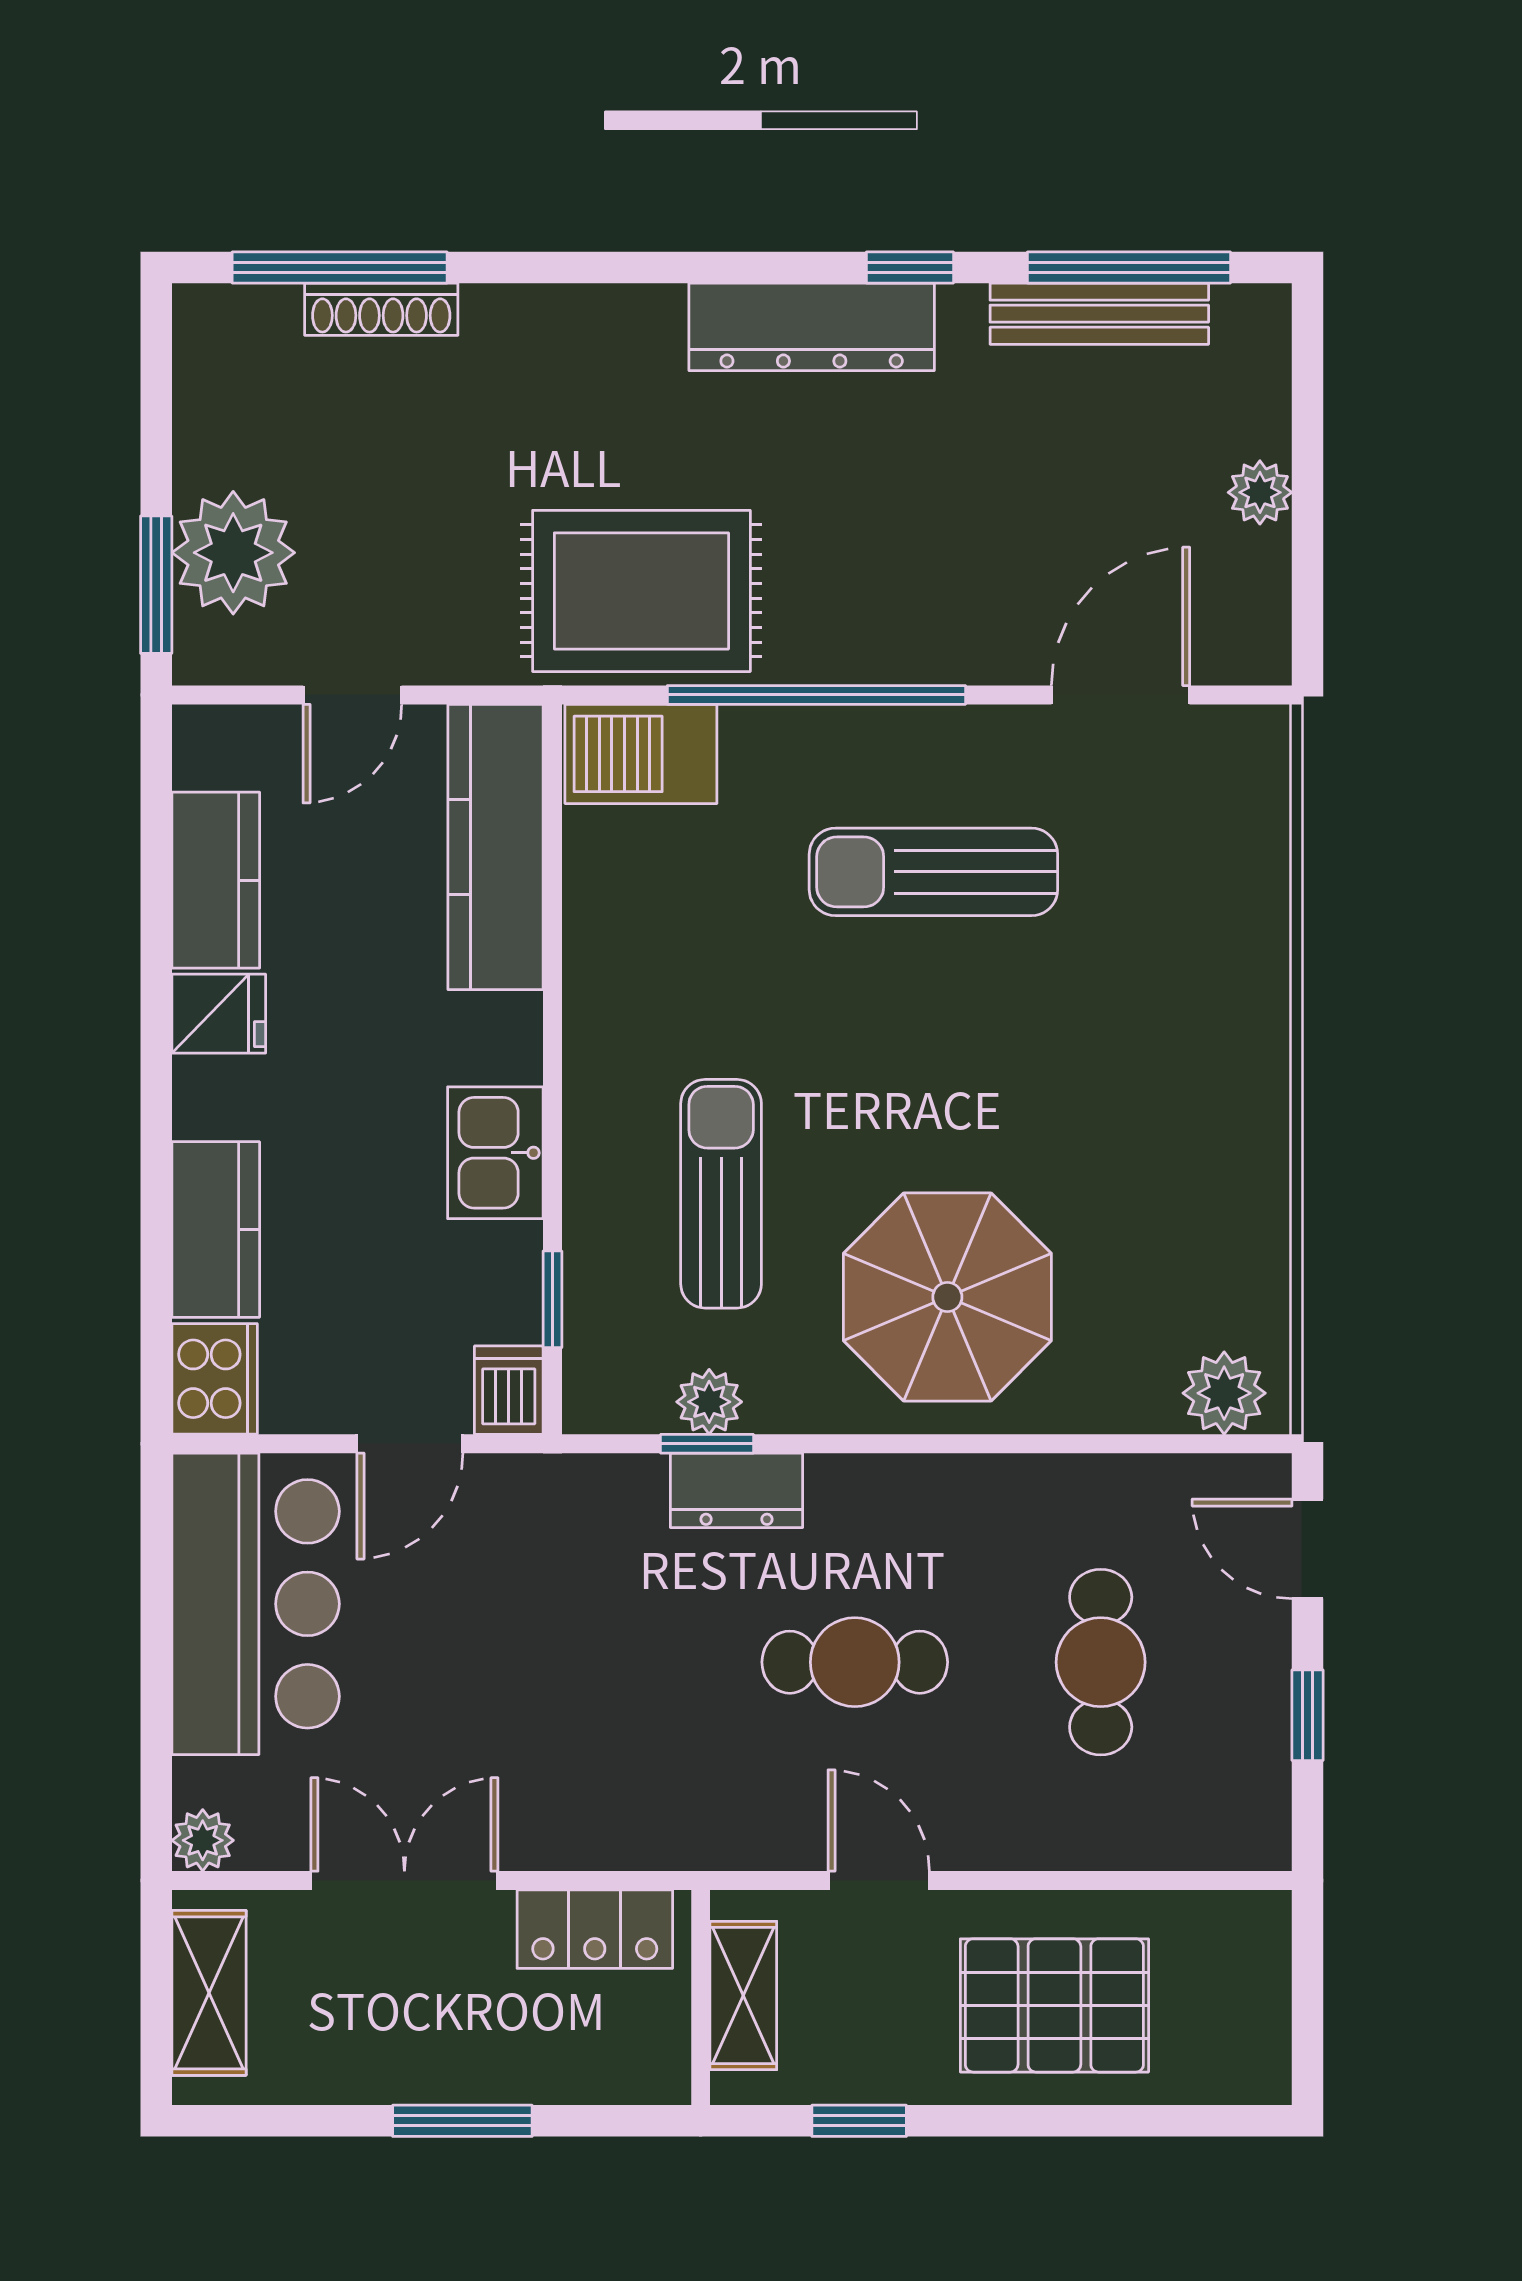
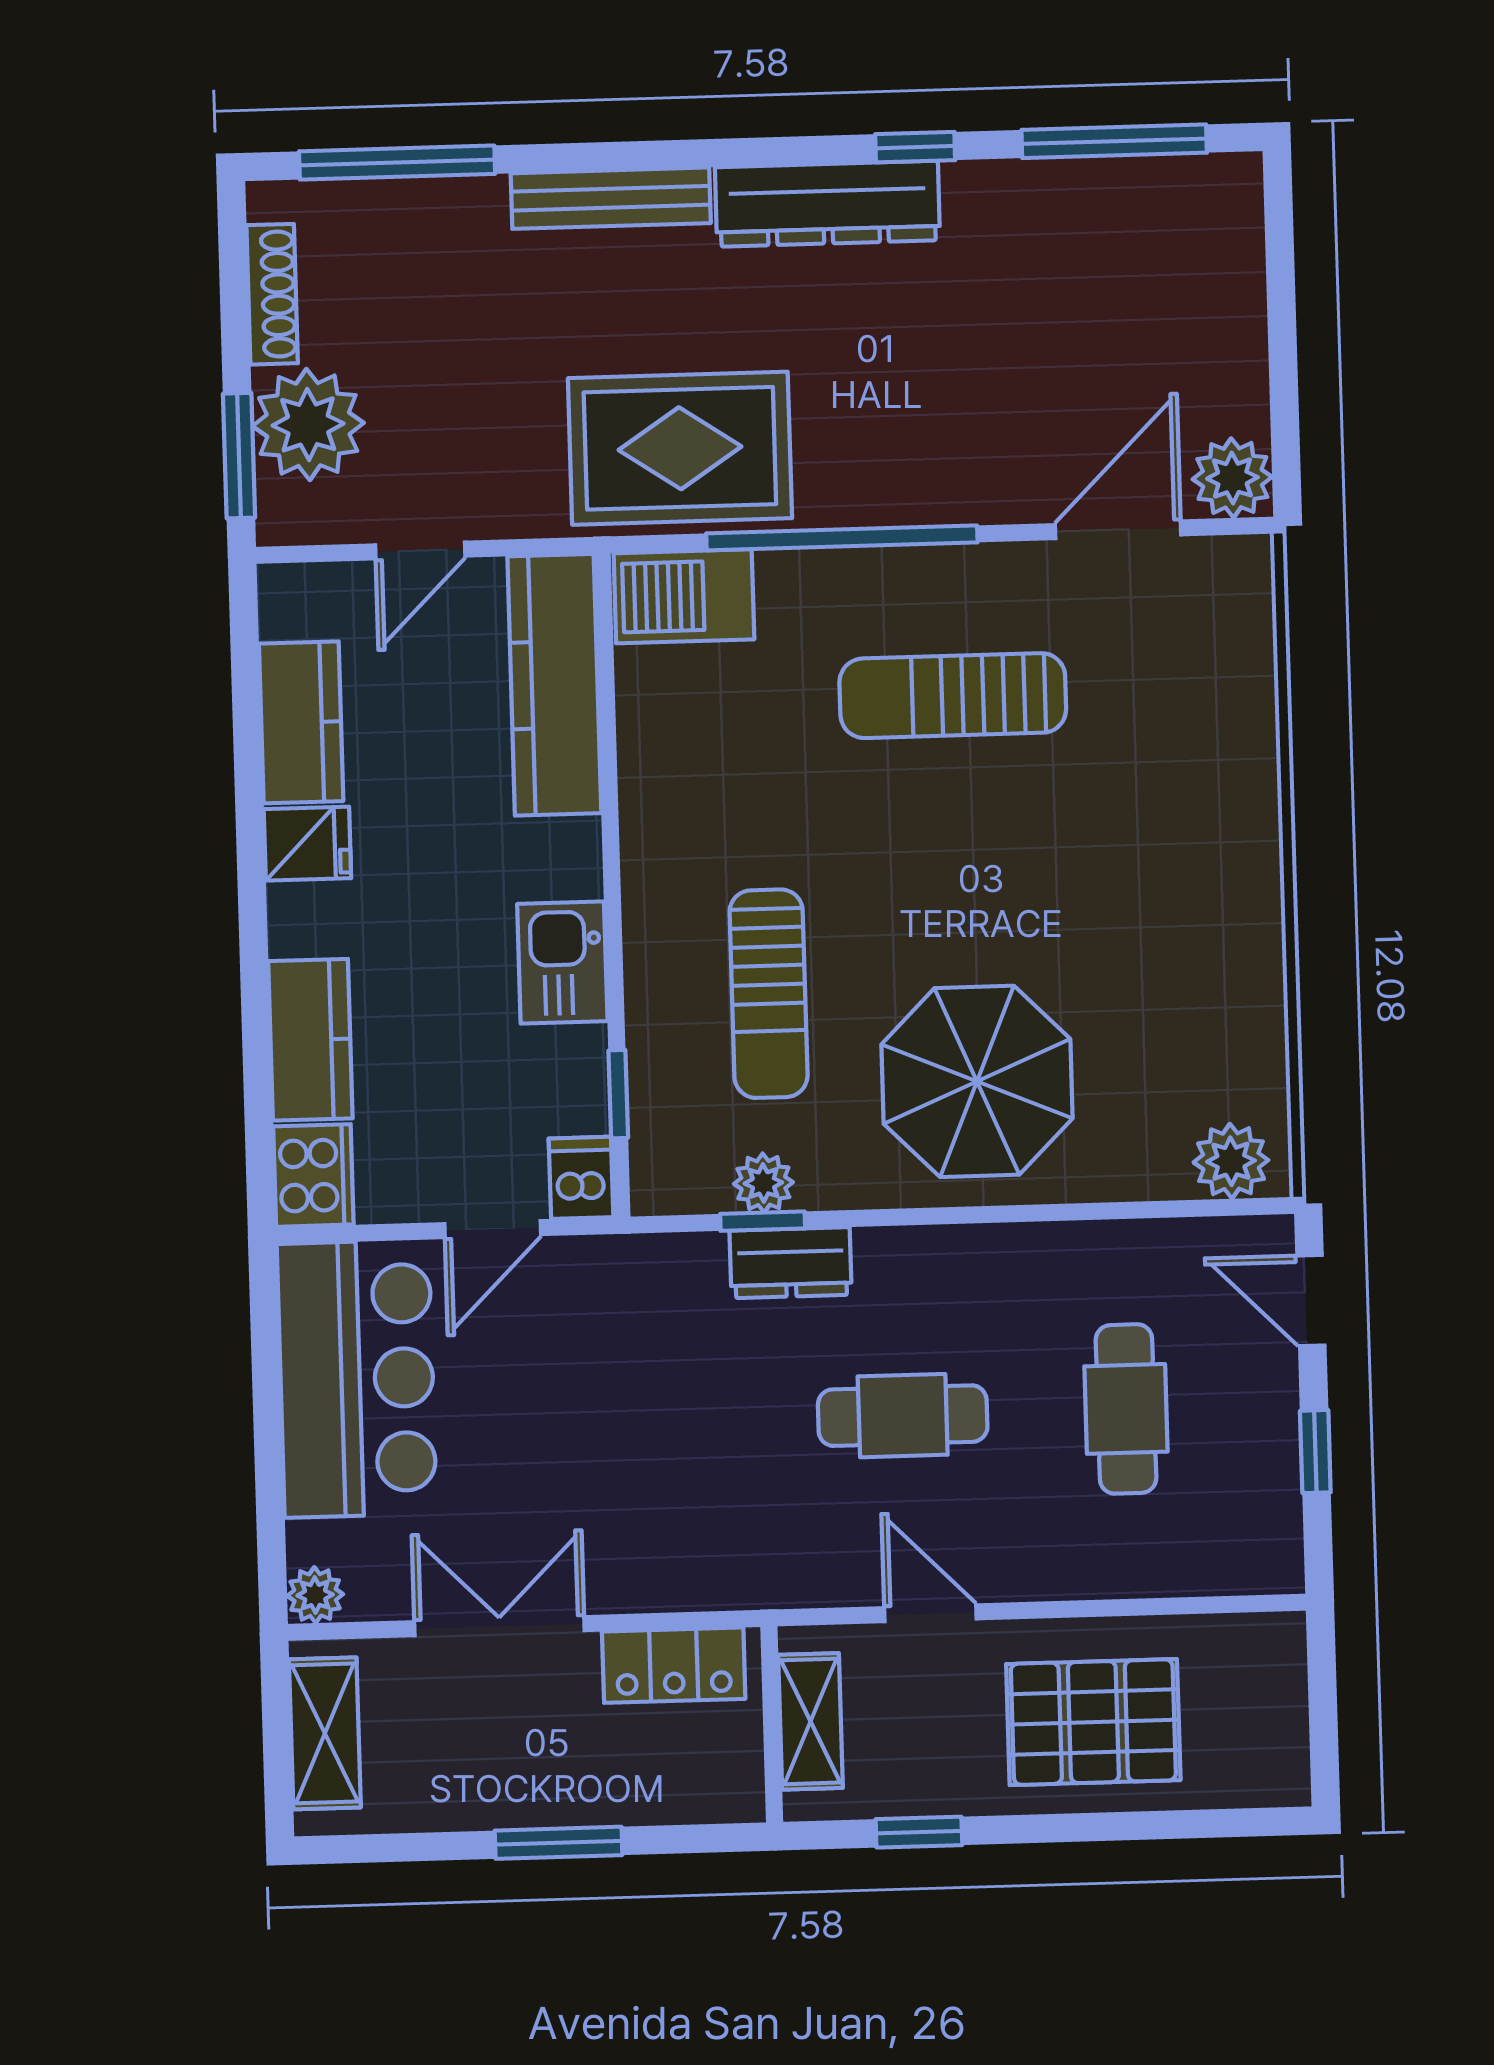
shoe rack: (381, 309) -> (272, 294), moved, turned -90
bench: (1099, 314) -> (611, 198), moved
plant: (1260, 492) -> (1232, 478), moved, width x1.38, depth x1.38
sun lounger: (721, 1194) -> (769, 994), turned 180

